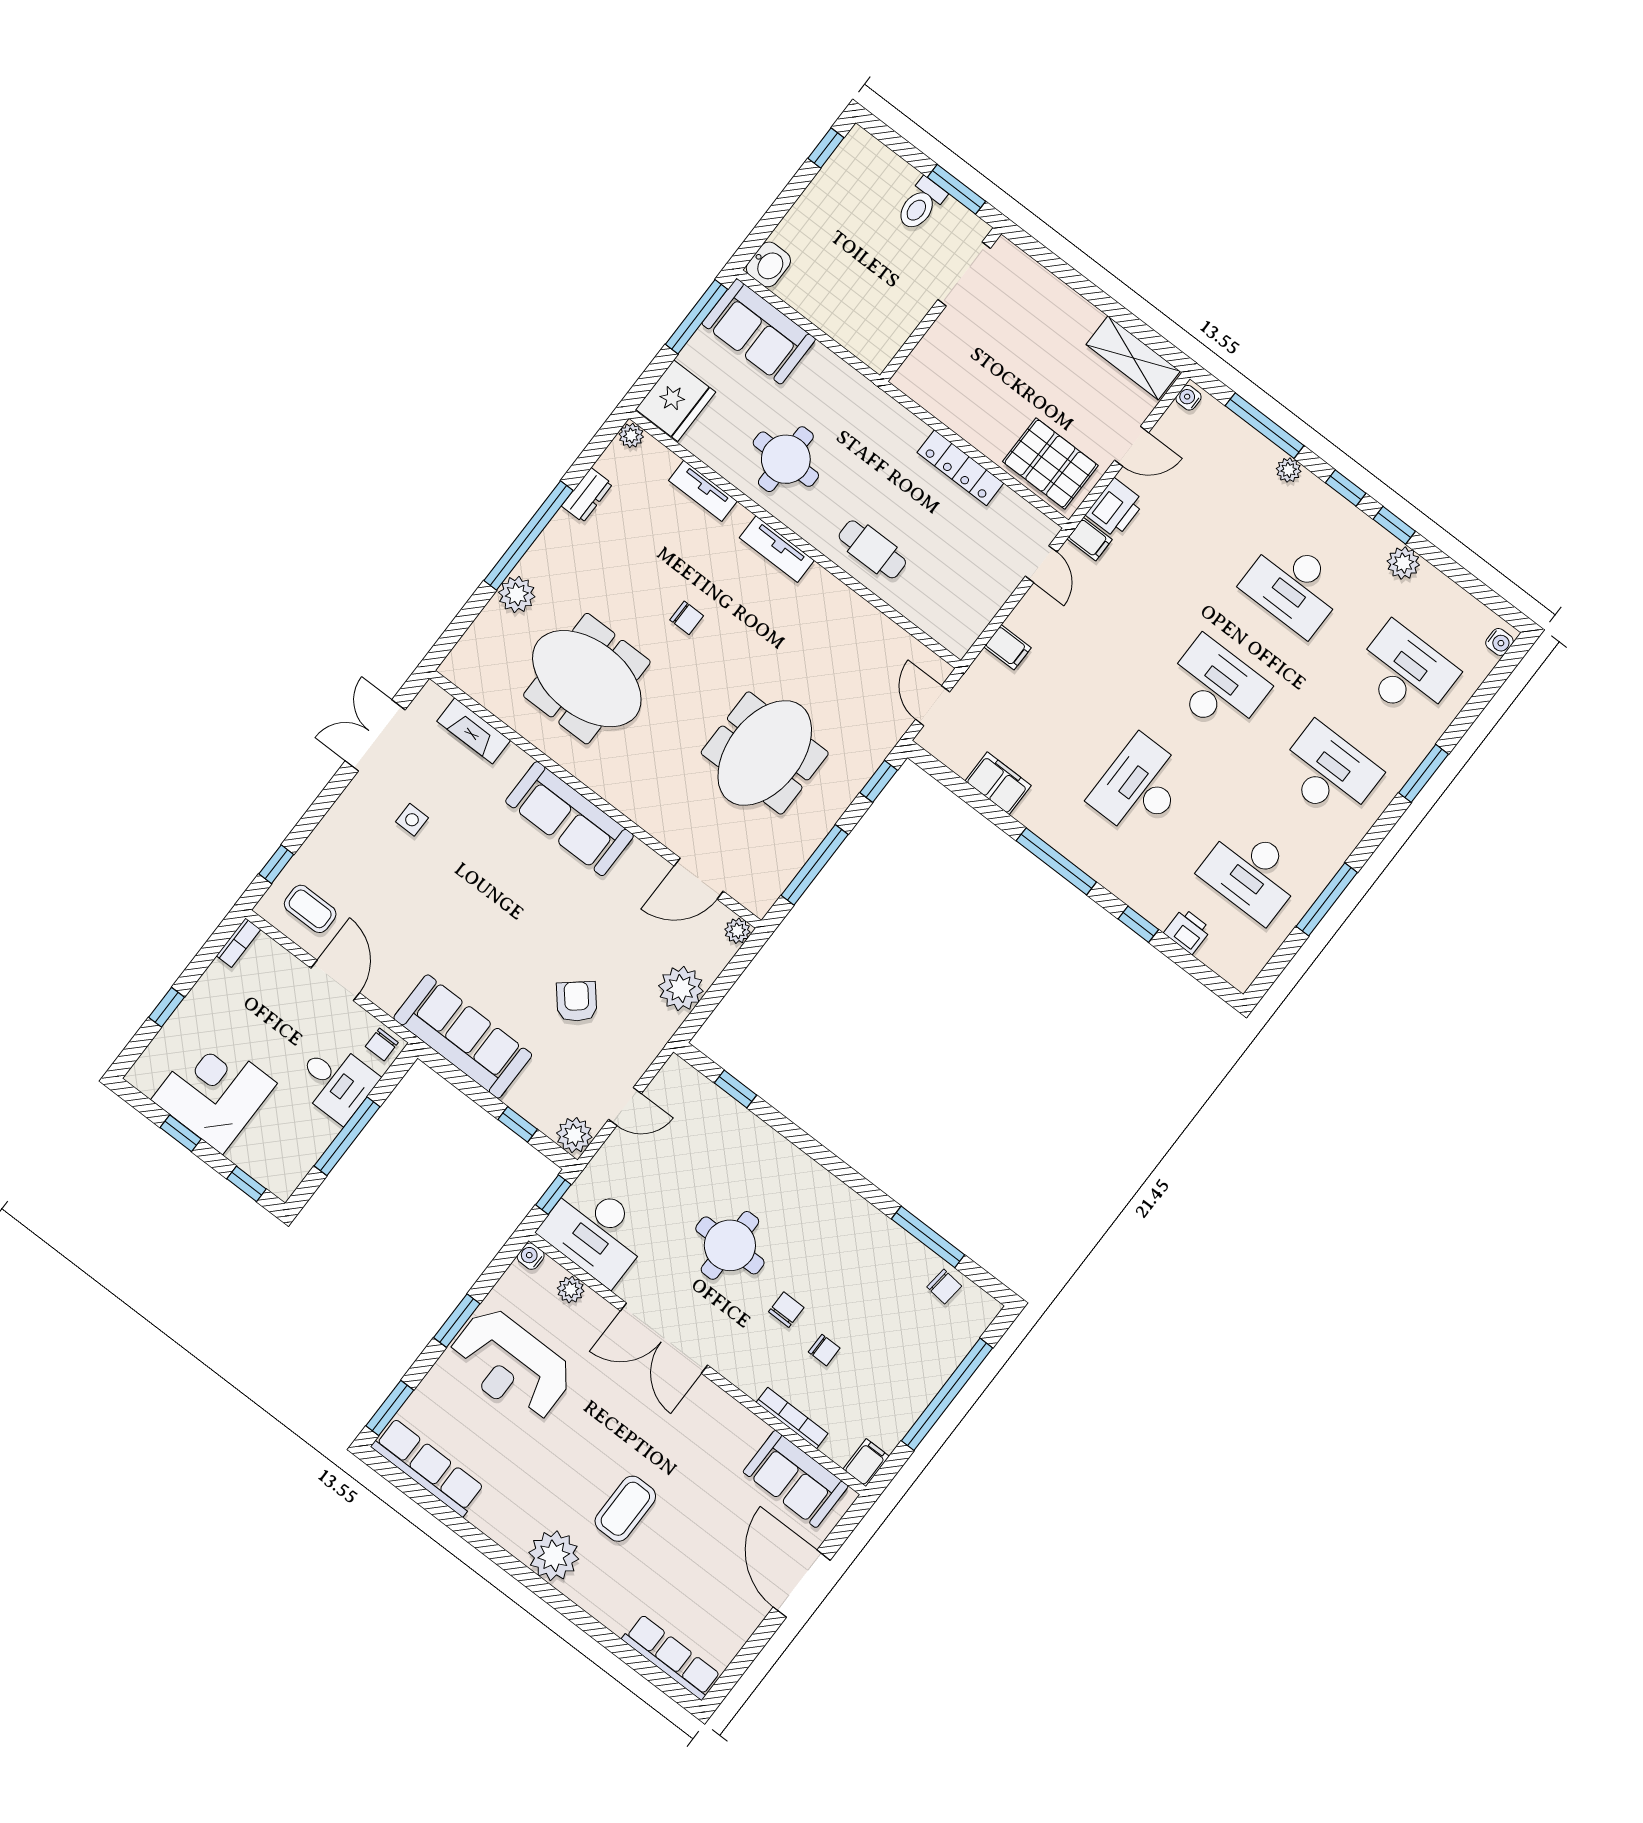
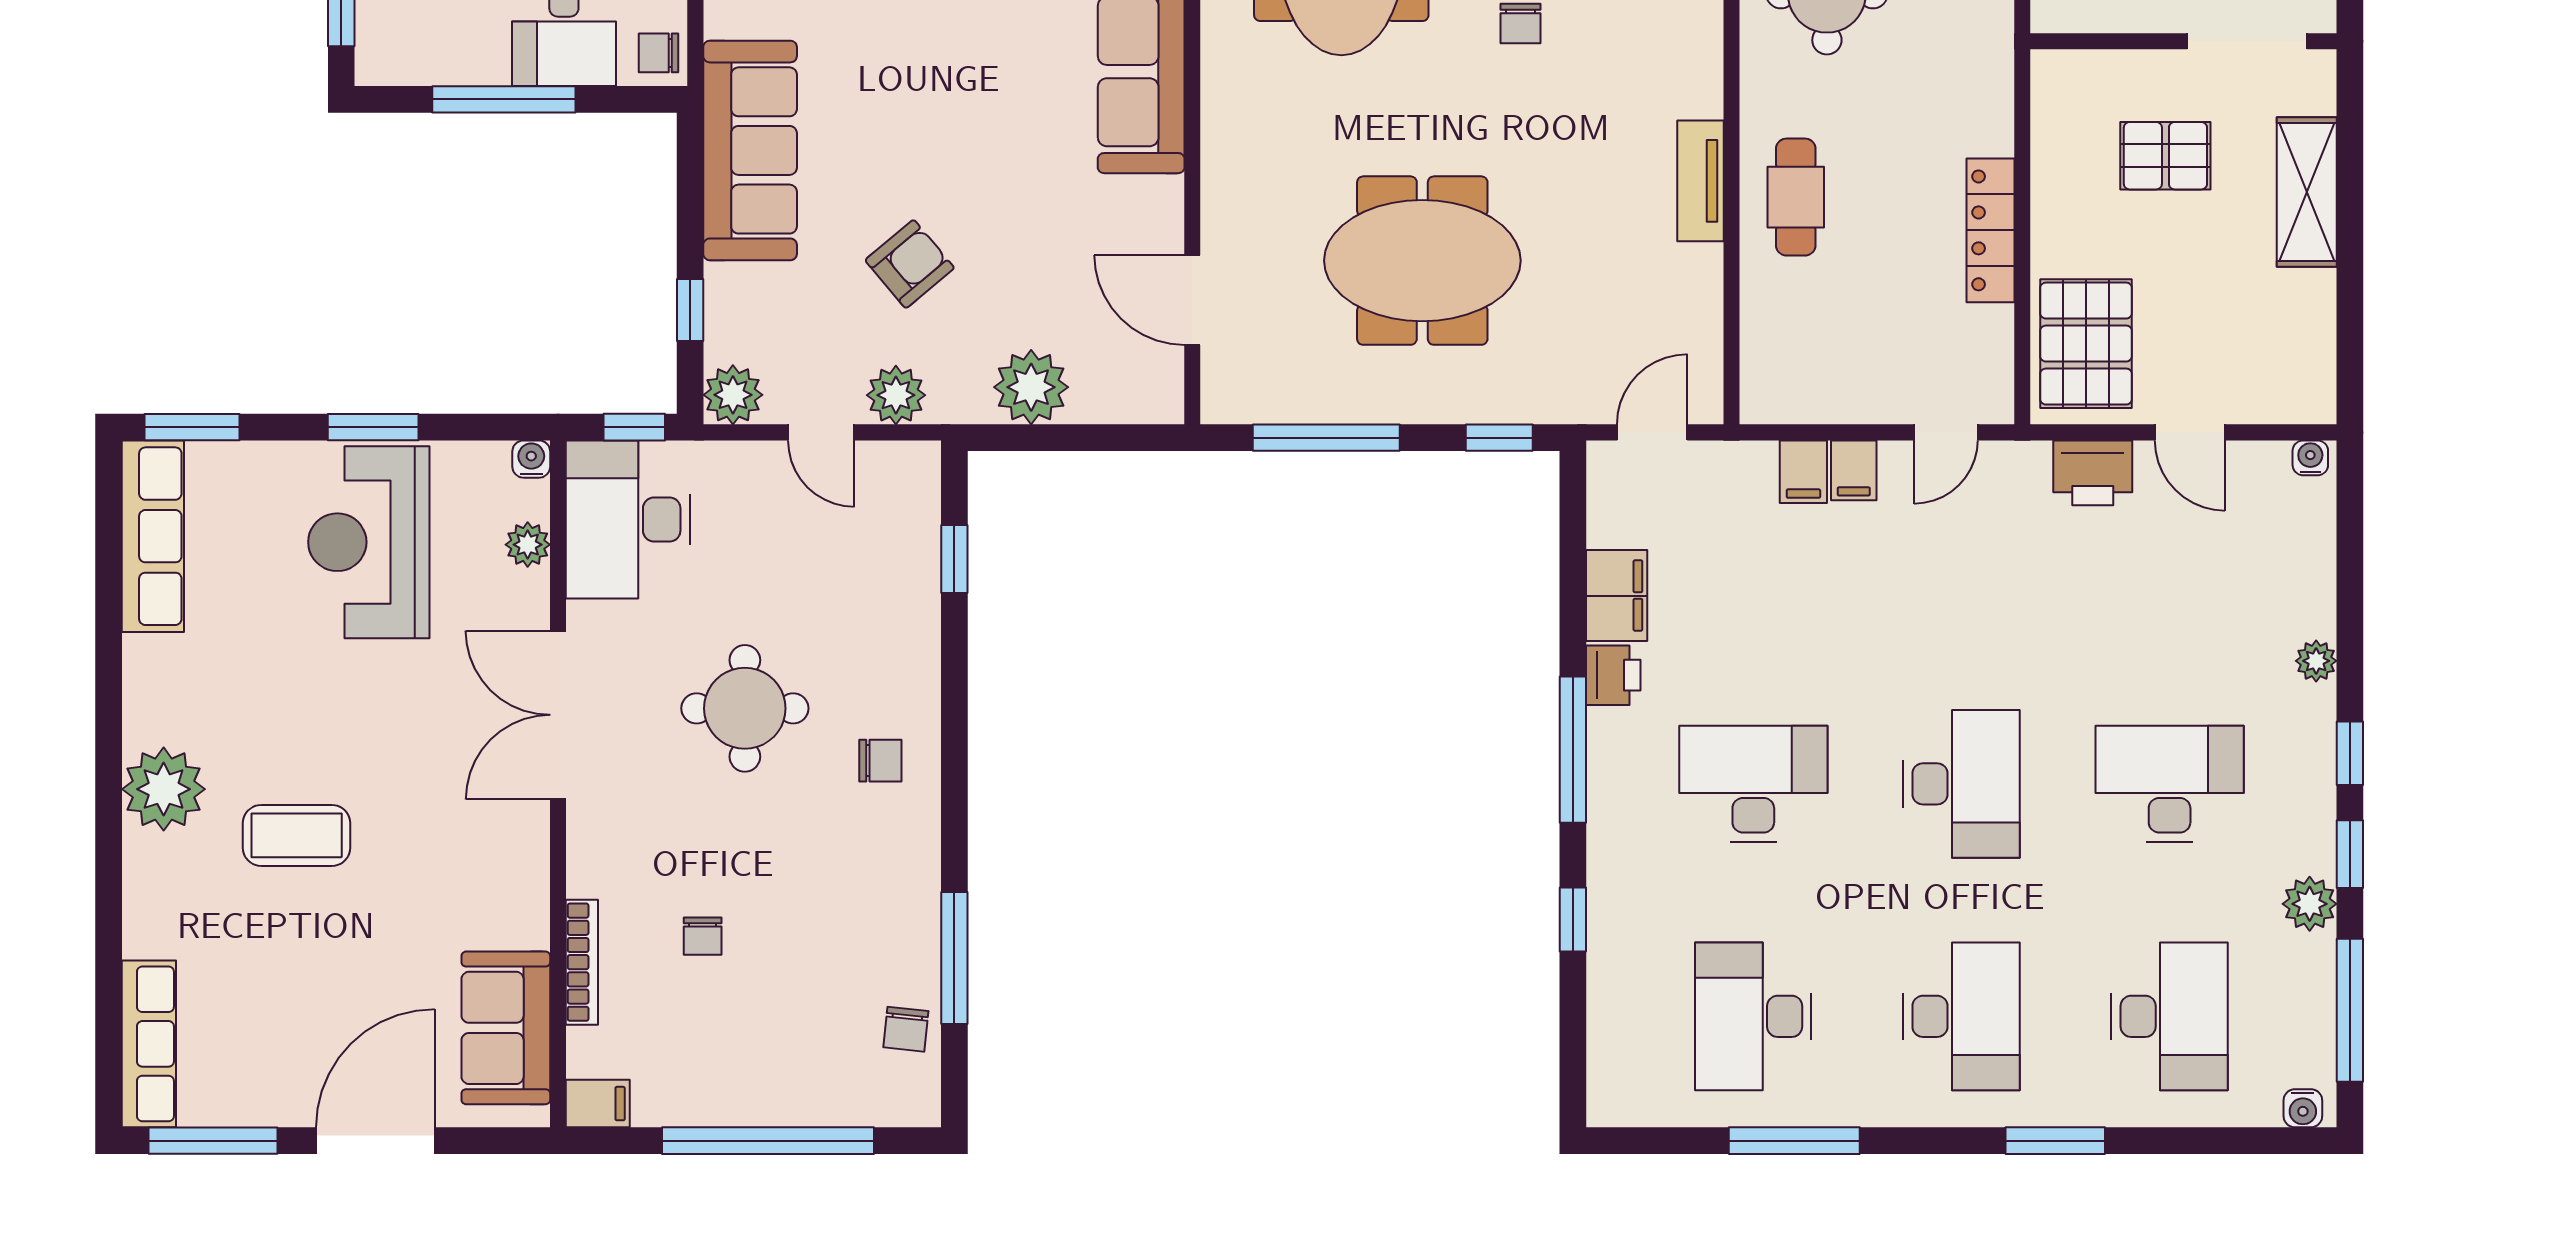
pallet: (989, 356) -> (2165, 156), added
shelving: (1133, 358) -> (2307, 192), moved
window: (1265, 426) -> (2350, 1010), moved
filing cabinet: (1090, 539) -> (1854, 470), moved
tv unit: (777, 549) -> (1700, 181), moved
desk: (1294, 586) -> (2170, 784), turned 90
plant: (737, 931) -> (896, 395), moved, width x1.38, depth x1.38
printer: (1187, 931) -> (1613, 675), moved
chair: (786, 1310) -> (880, 761), moved
window: (742, 1662) -> (213, 1141), added

